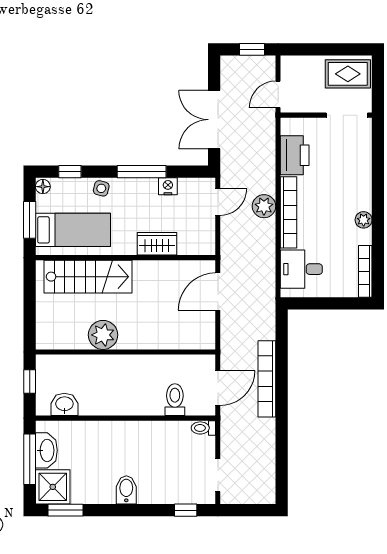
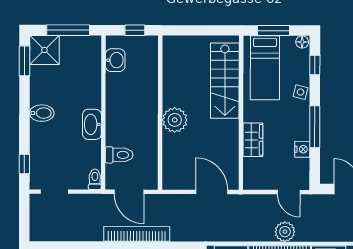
plant: (103, 335) -> (175, 120), moved
washbasin: (46, 450) -> (92, 124), moved, turned 90

